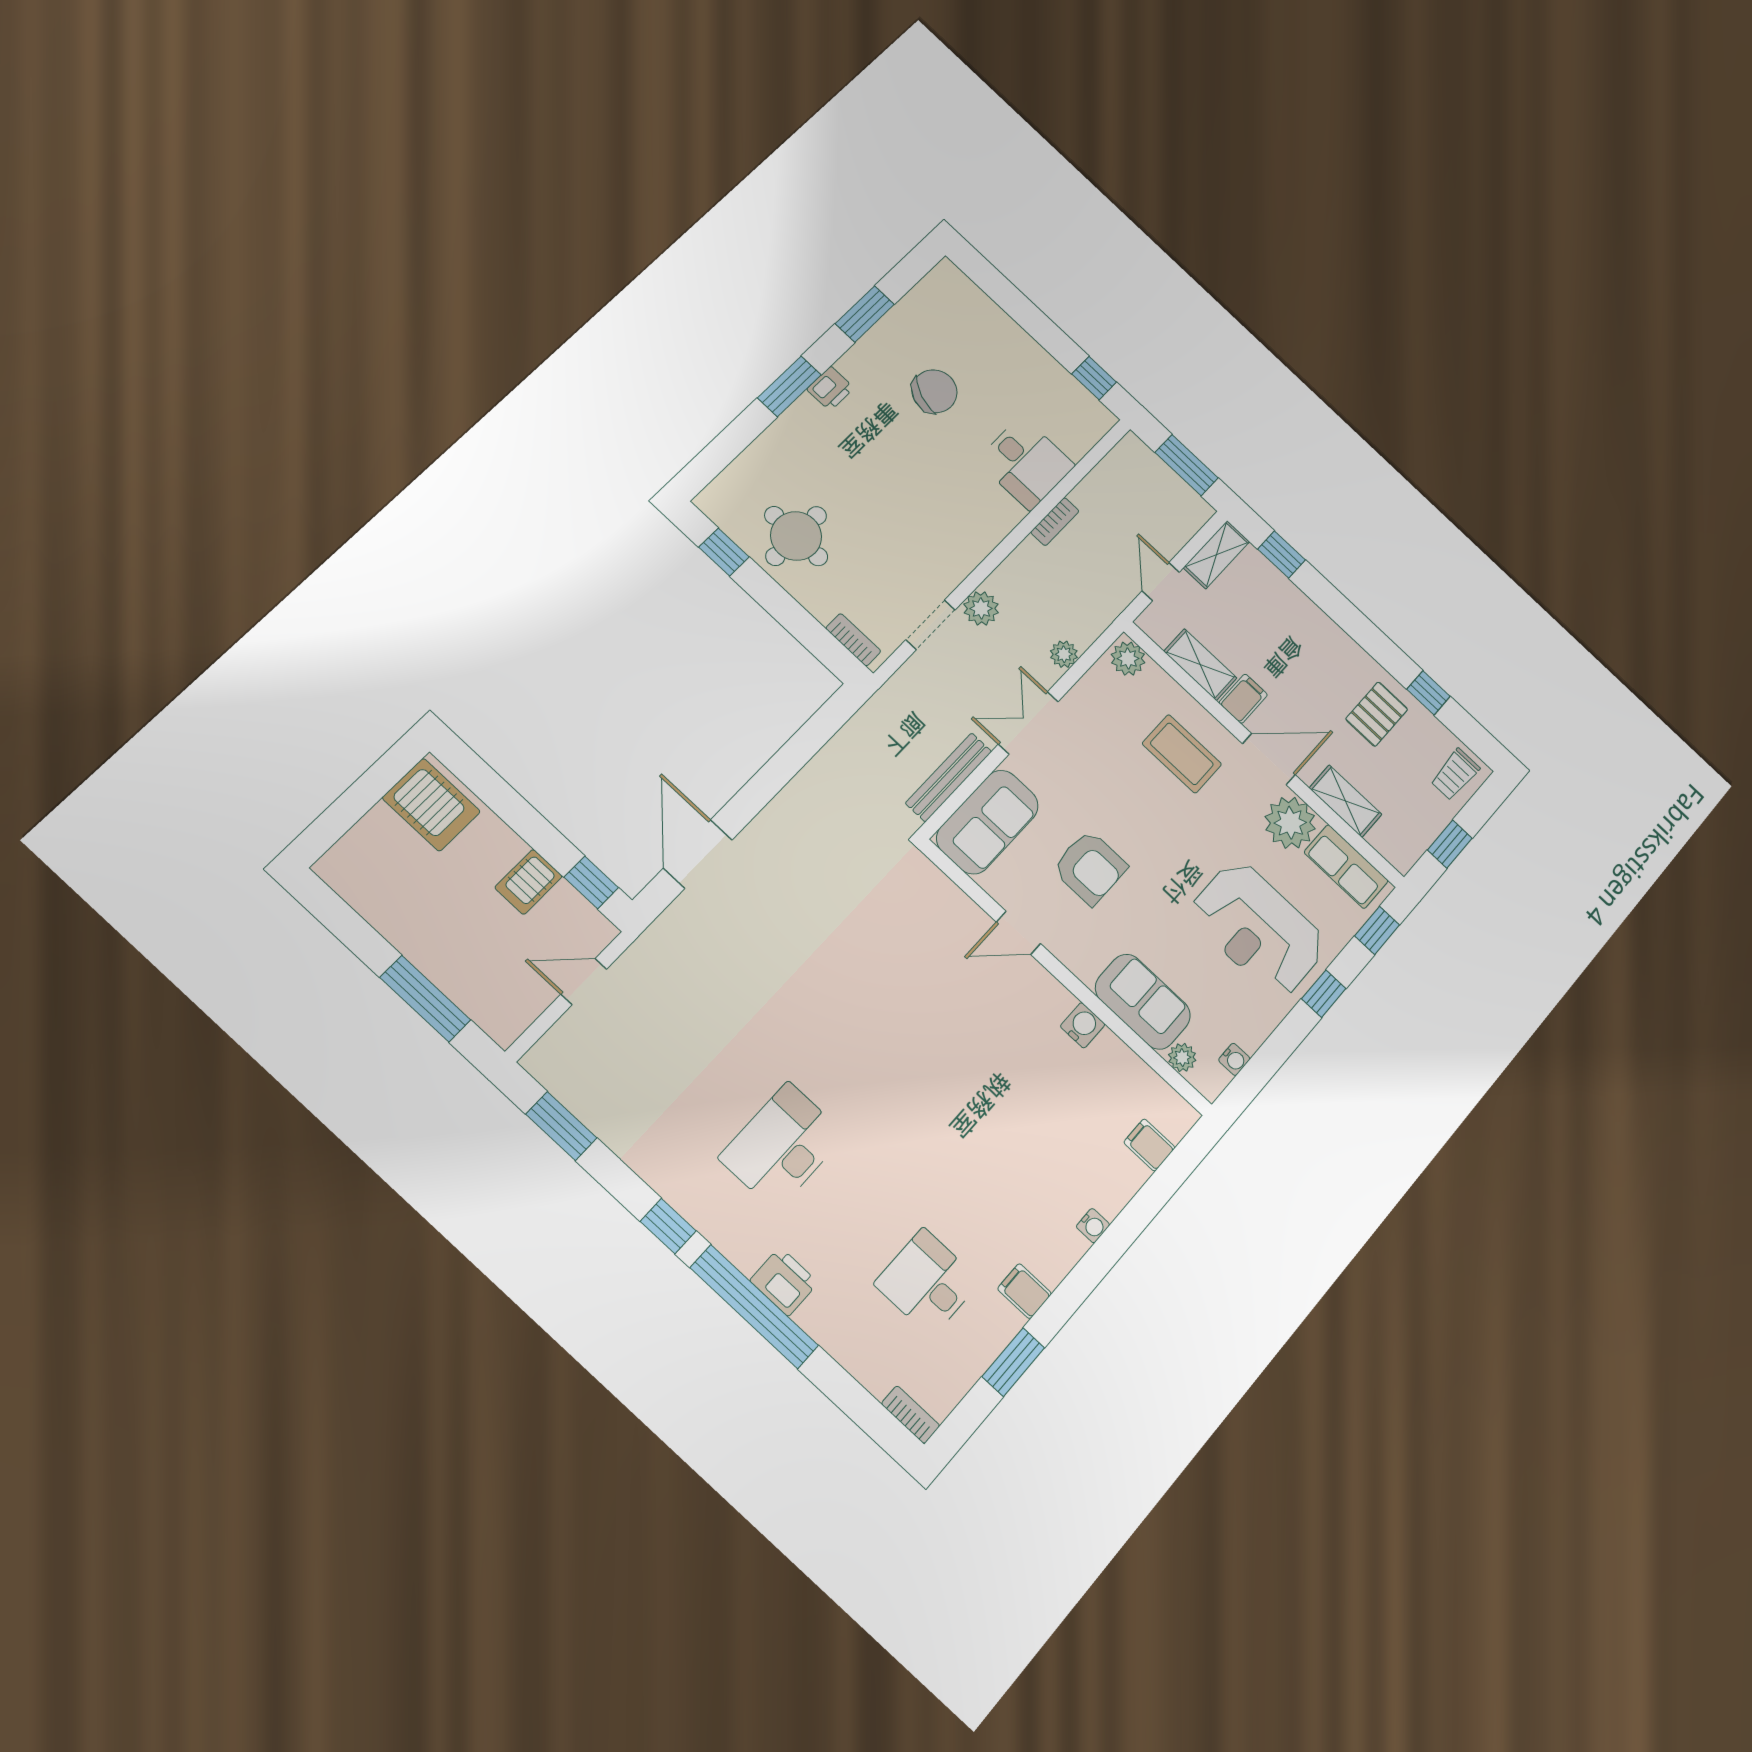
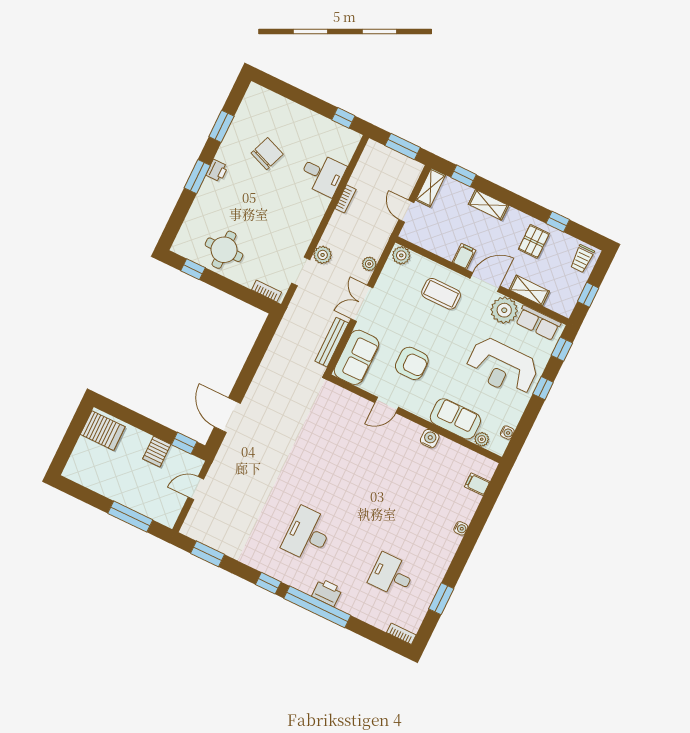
shelving: (1200, 665) -> (489, 205), moved
filing cabinet: (1024, 1291) -> (437, 566), removed

